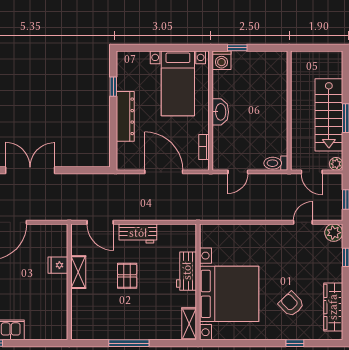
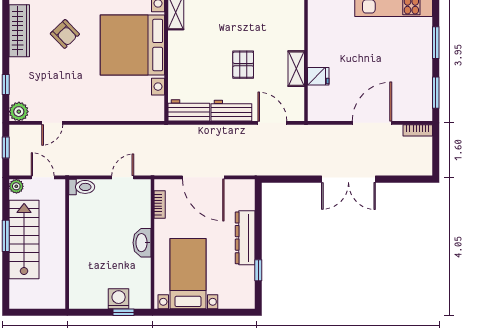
washing machine: (221, 60) -> (119, 299), moved
workbench: (187, 271) -> (189, 110), moved, turned -90

